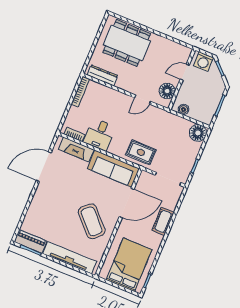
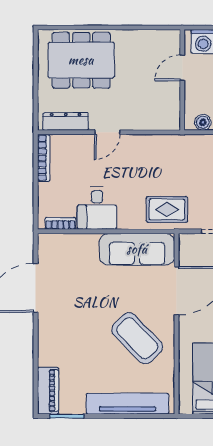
floor lamp: (167, 91) -> (168, 105), removed
door: (143, 100) -> (107, 132), moved
fireplace: (76, 149) -> (72, 244), removed
piano: (30, 241) -> (48, 391), moved, turned 90

